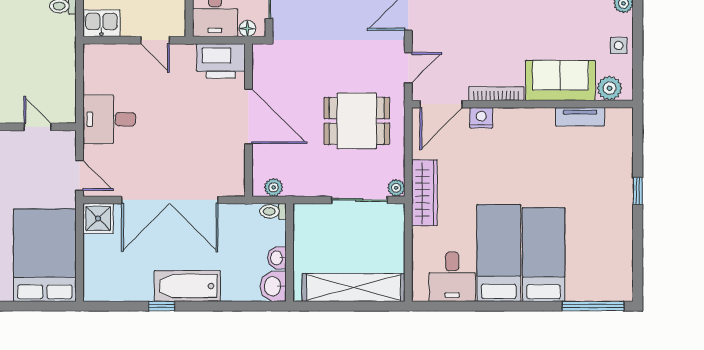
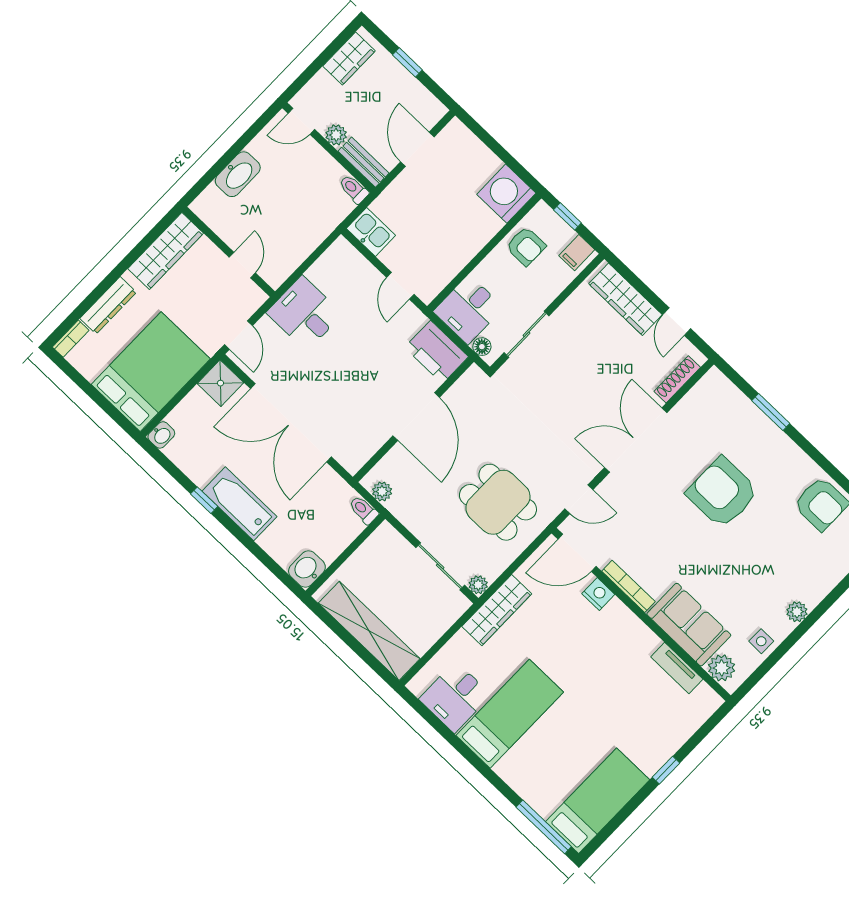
bed: (544, 255) -> (598, 801), moved
washbasin: (277, 258) -> (161, 435), moved, turned 180

